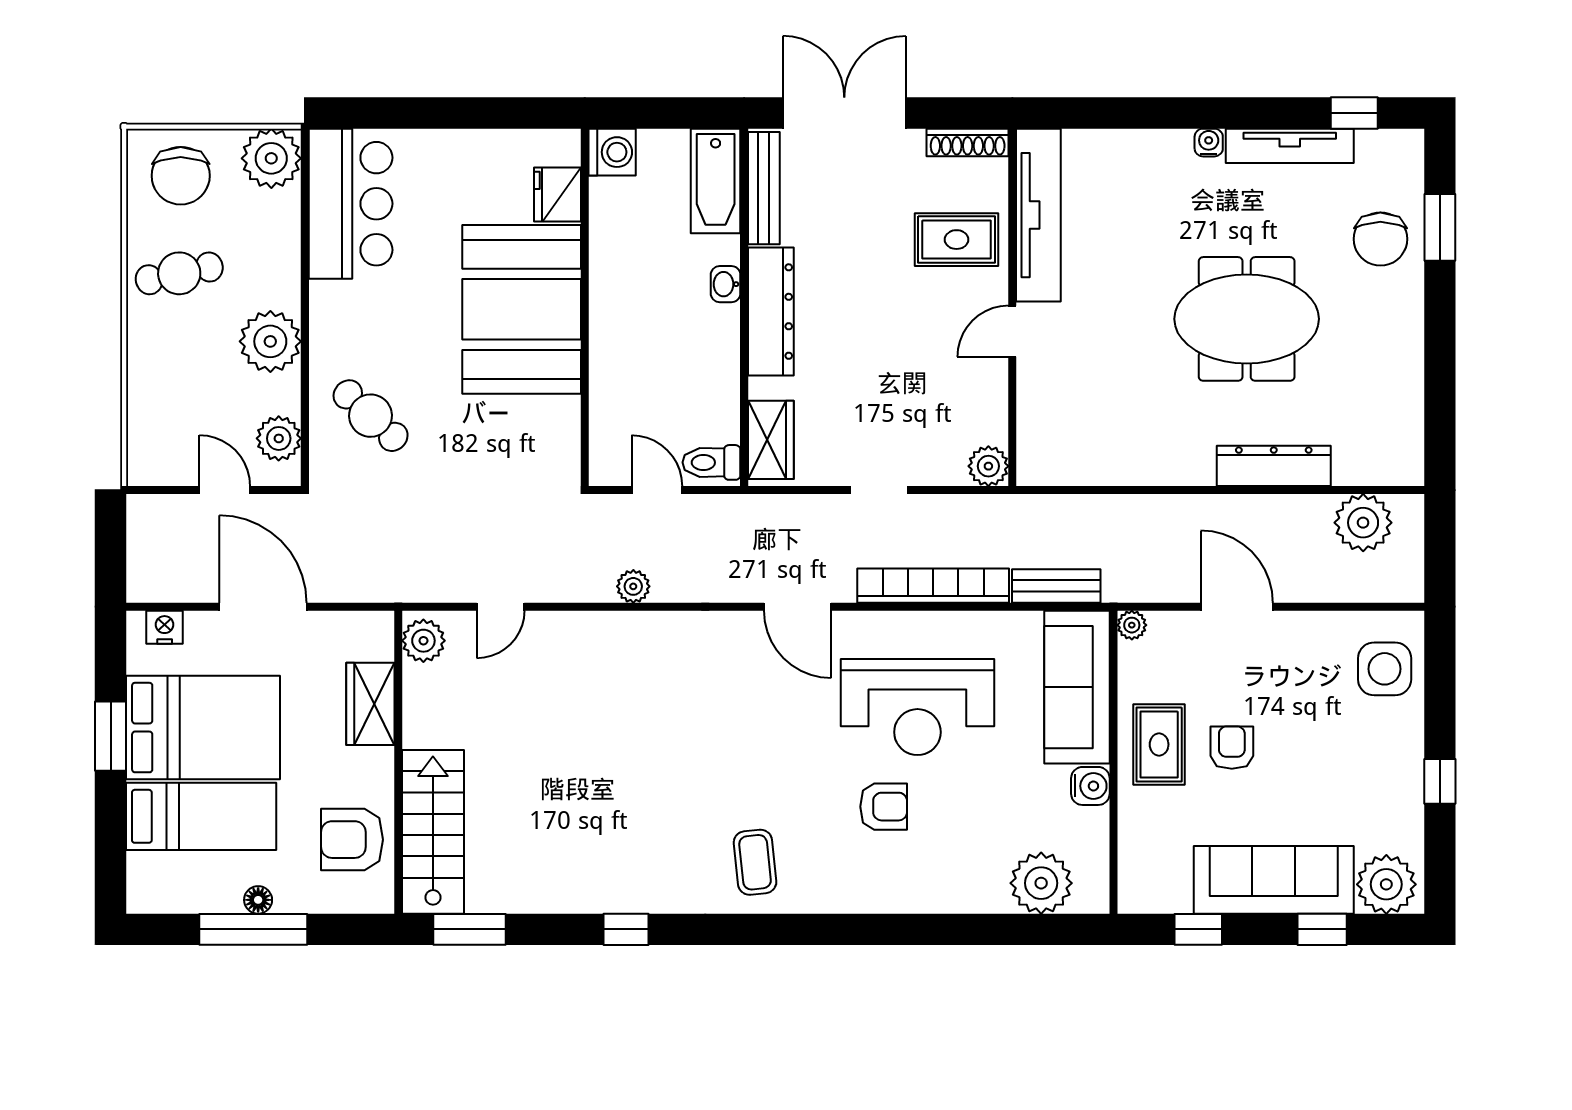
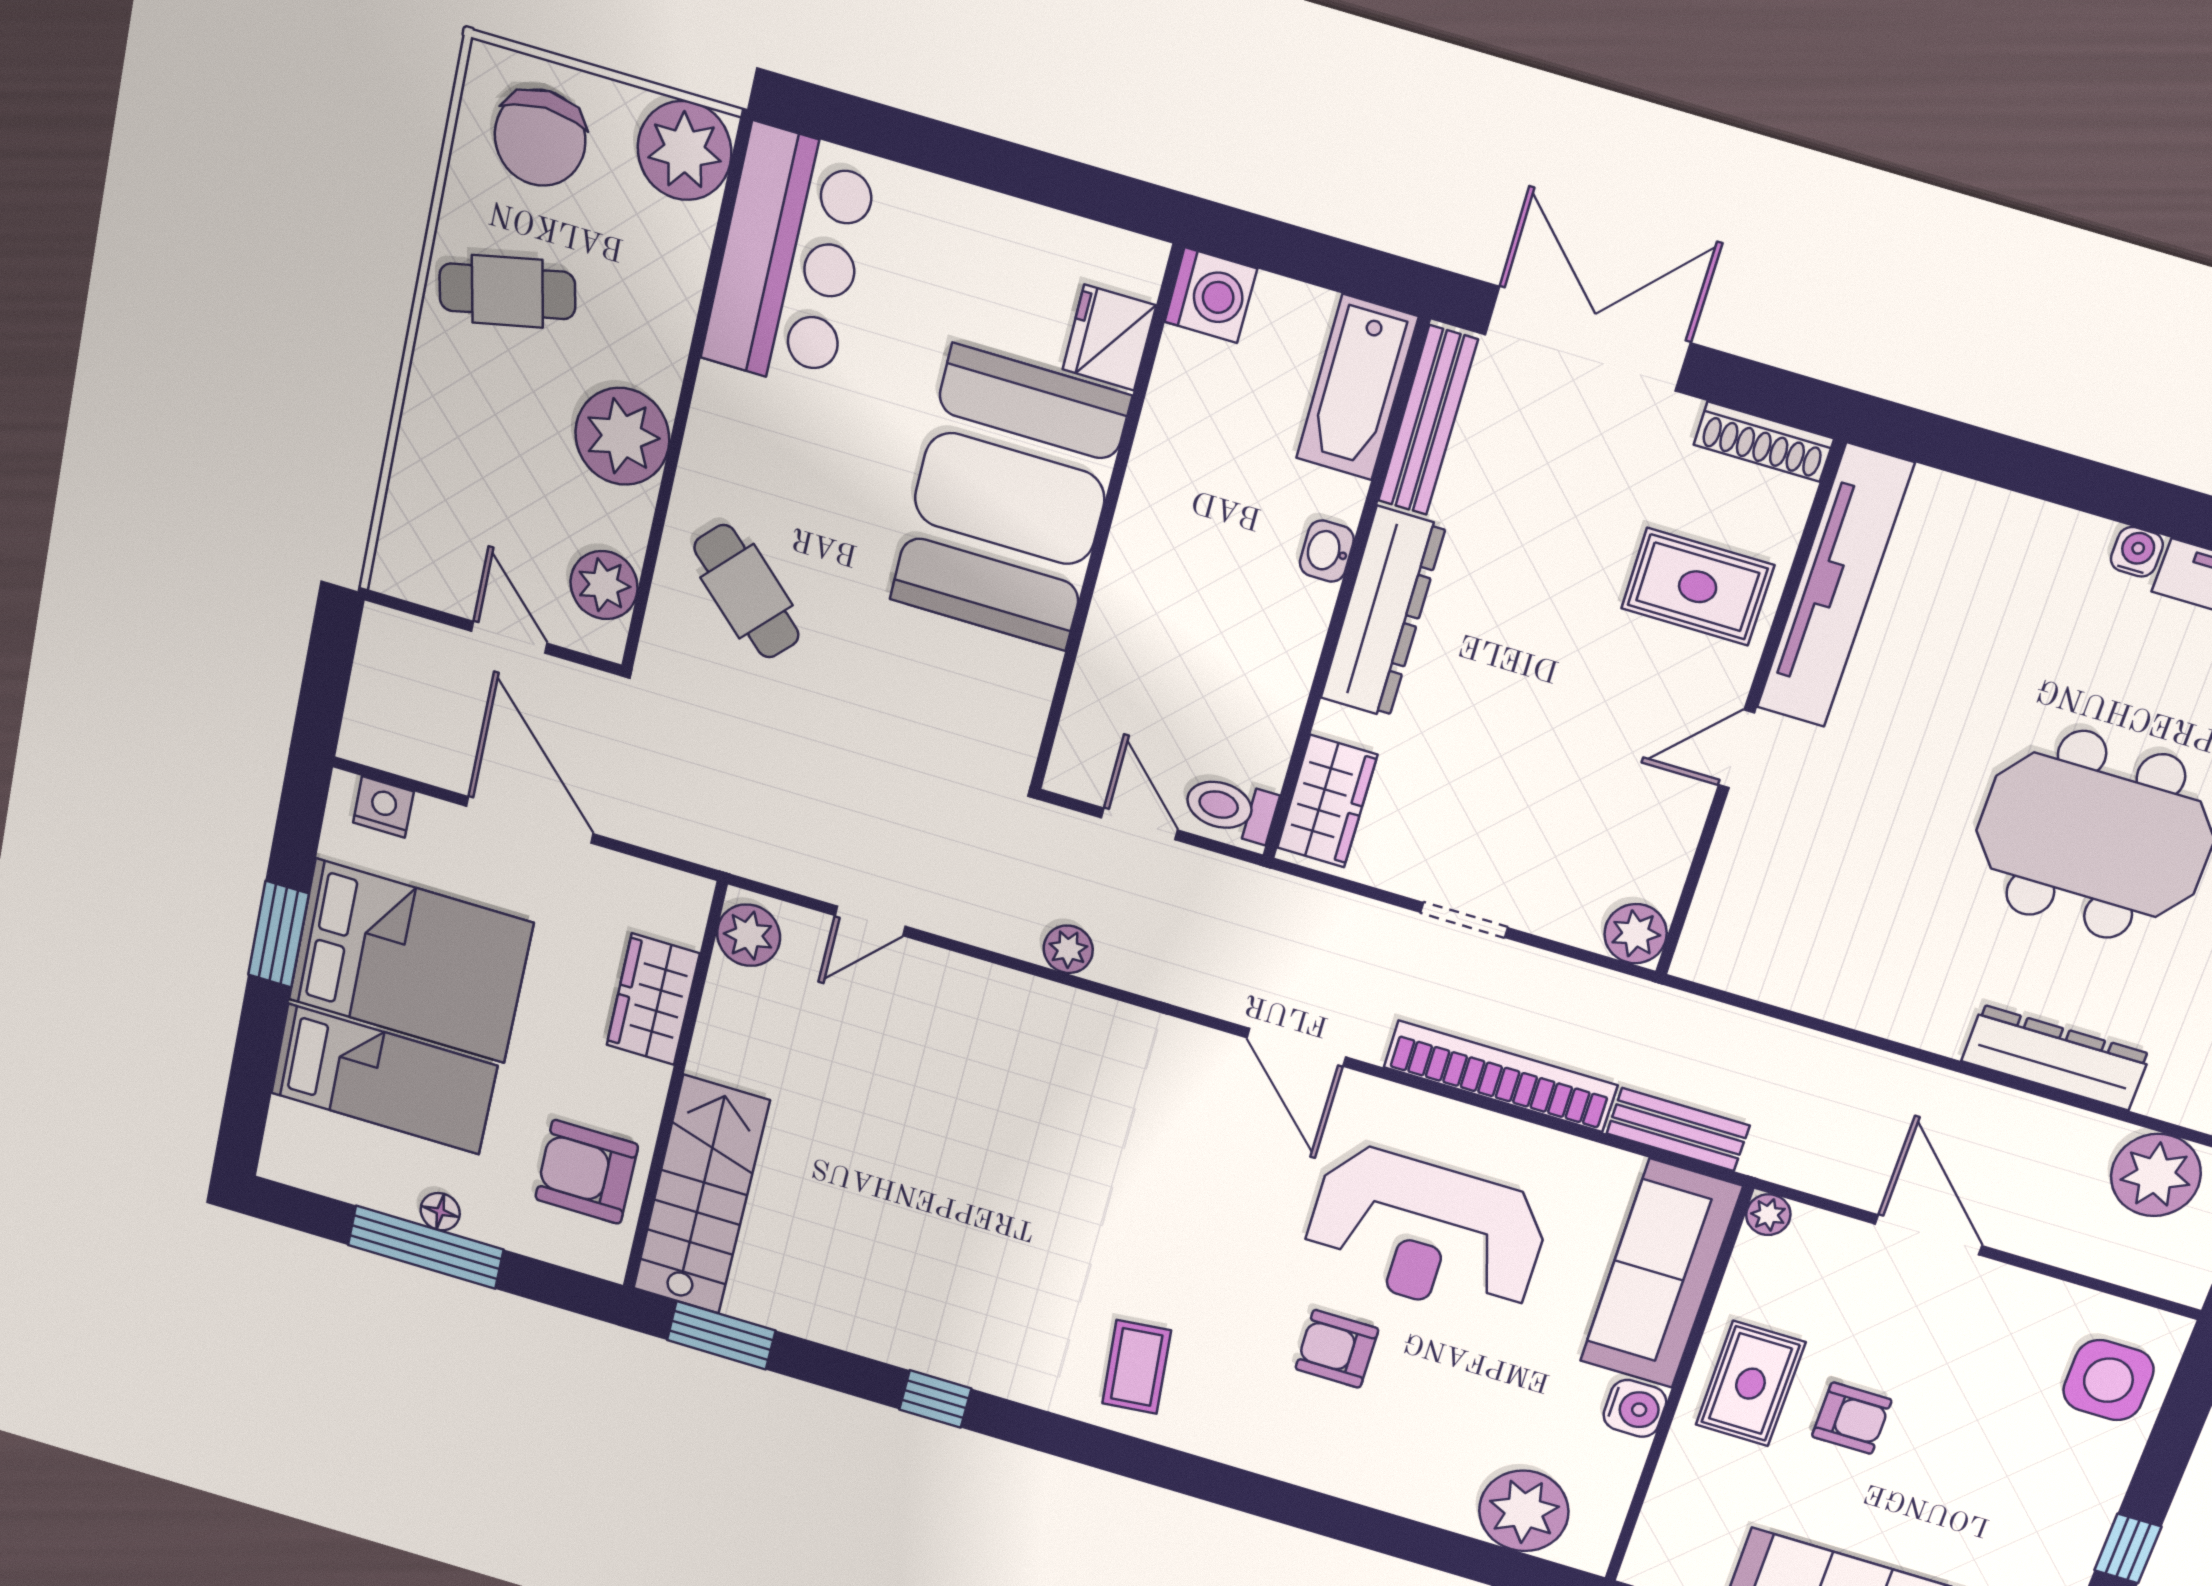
armchair: (1232, 748) -> (1852, 1418), turned 90
armchair: (884, 807) -> (1337, 1349), turned 180

